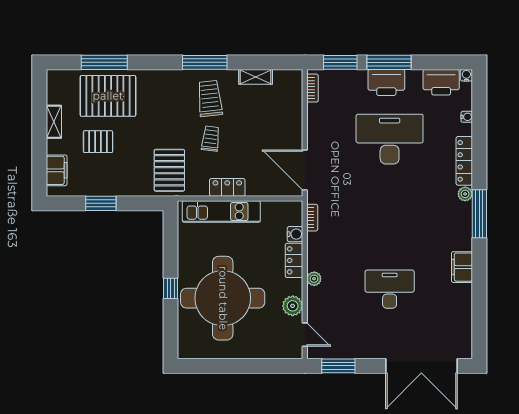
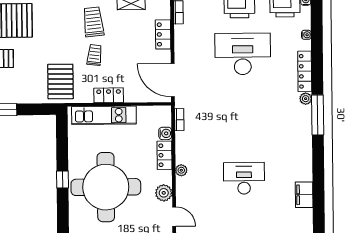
locker: (294, 115) -> (163, 34), added
filing cabinet: (462, 267) -> (304, 195), moved

